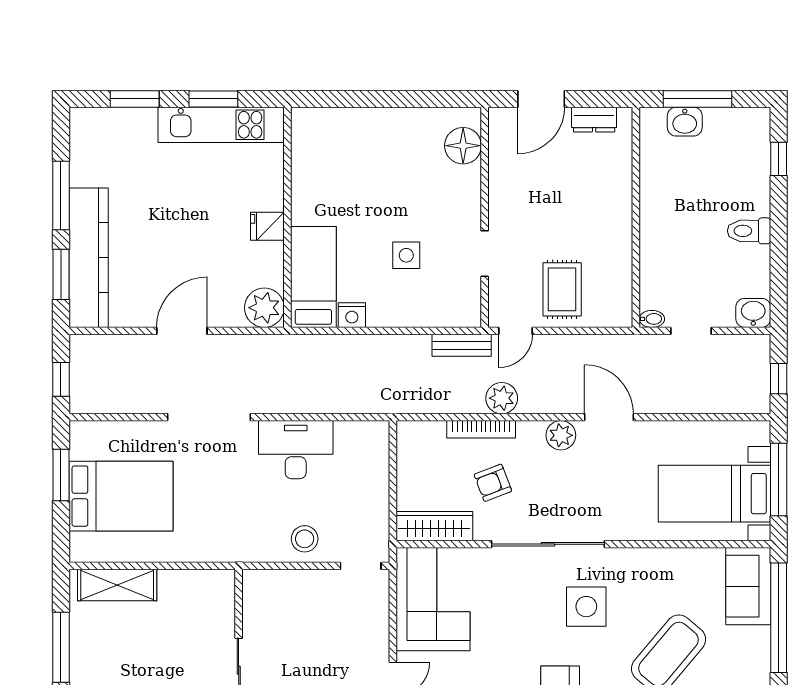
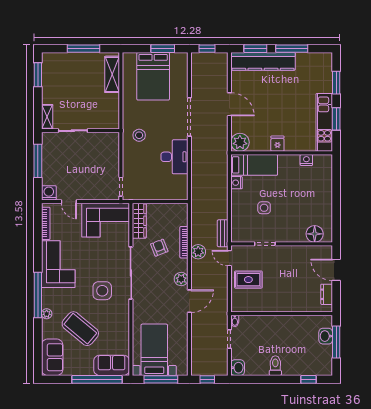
nightstand: (303, 164) -> (306, 160), added
stool: (305, 539) -> (139, 135), moved

